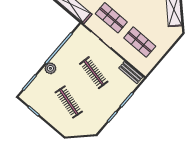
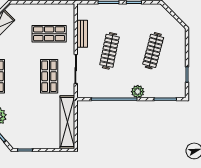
shop shelf: (140, 42) -> (49, 34), turned 90
bench: (131, 73) -> (82, 34), moved

